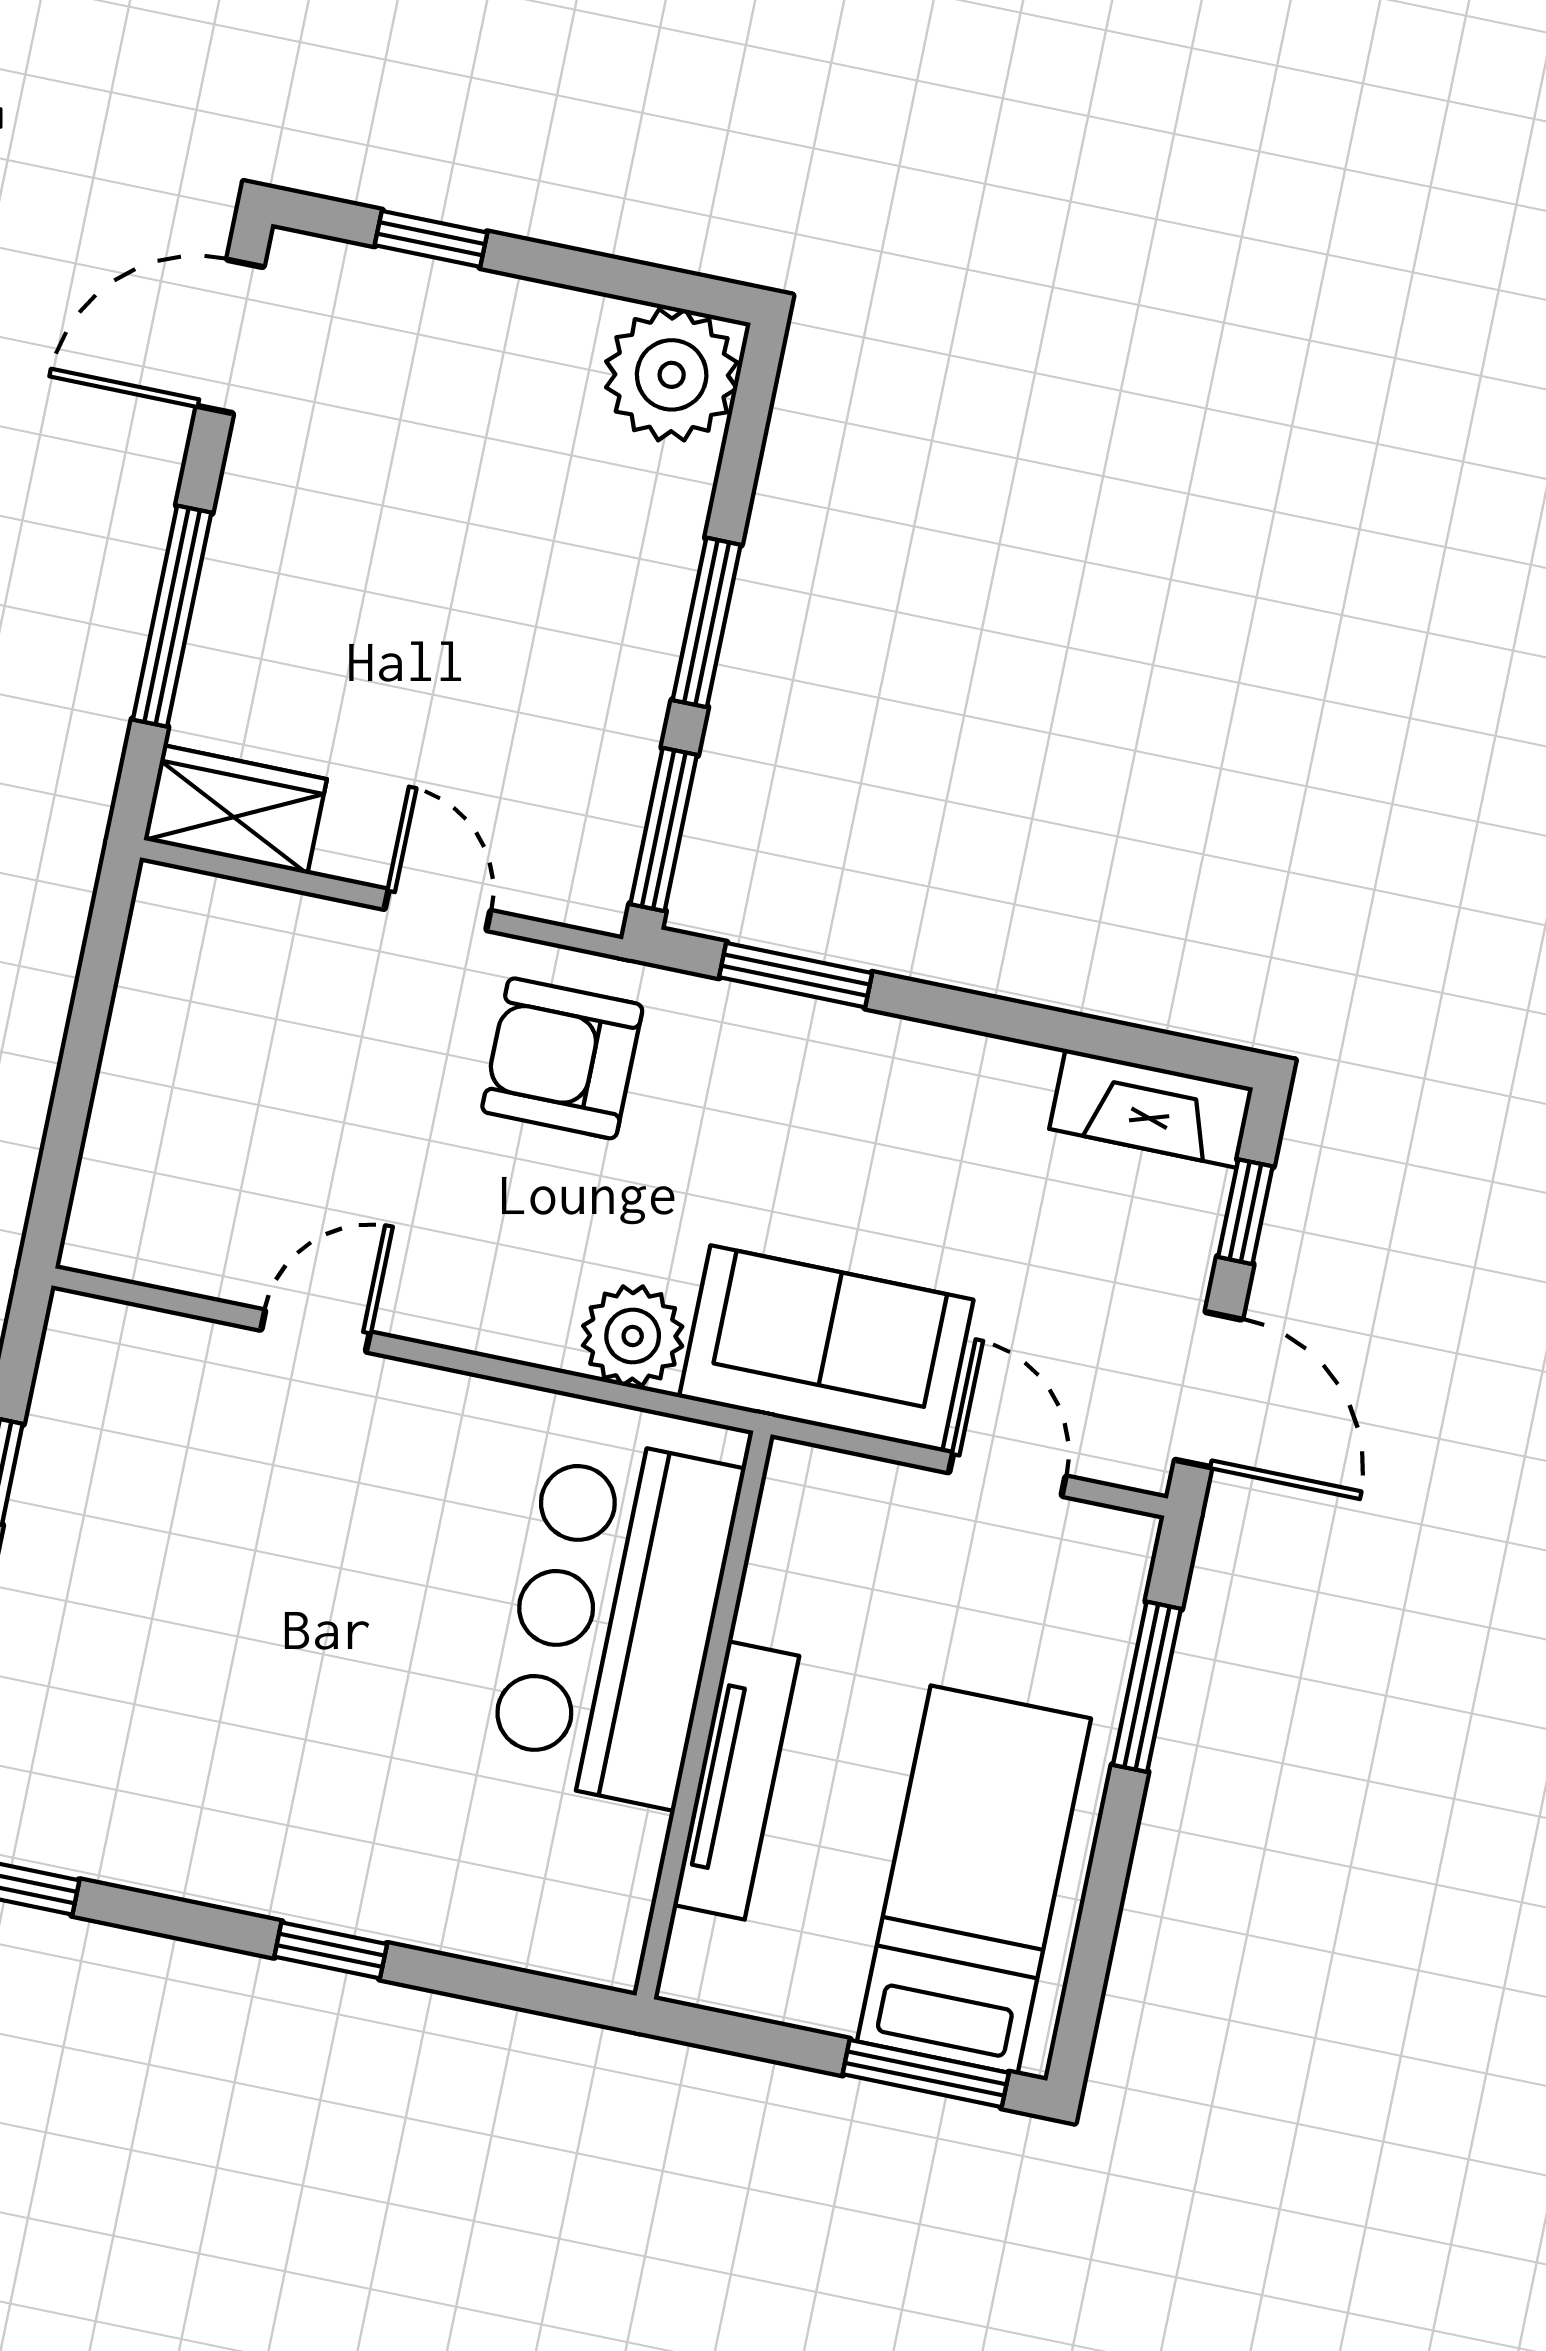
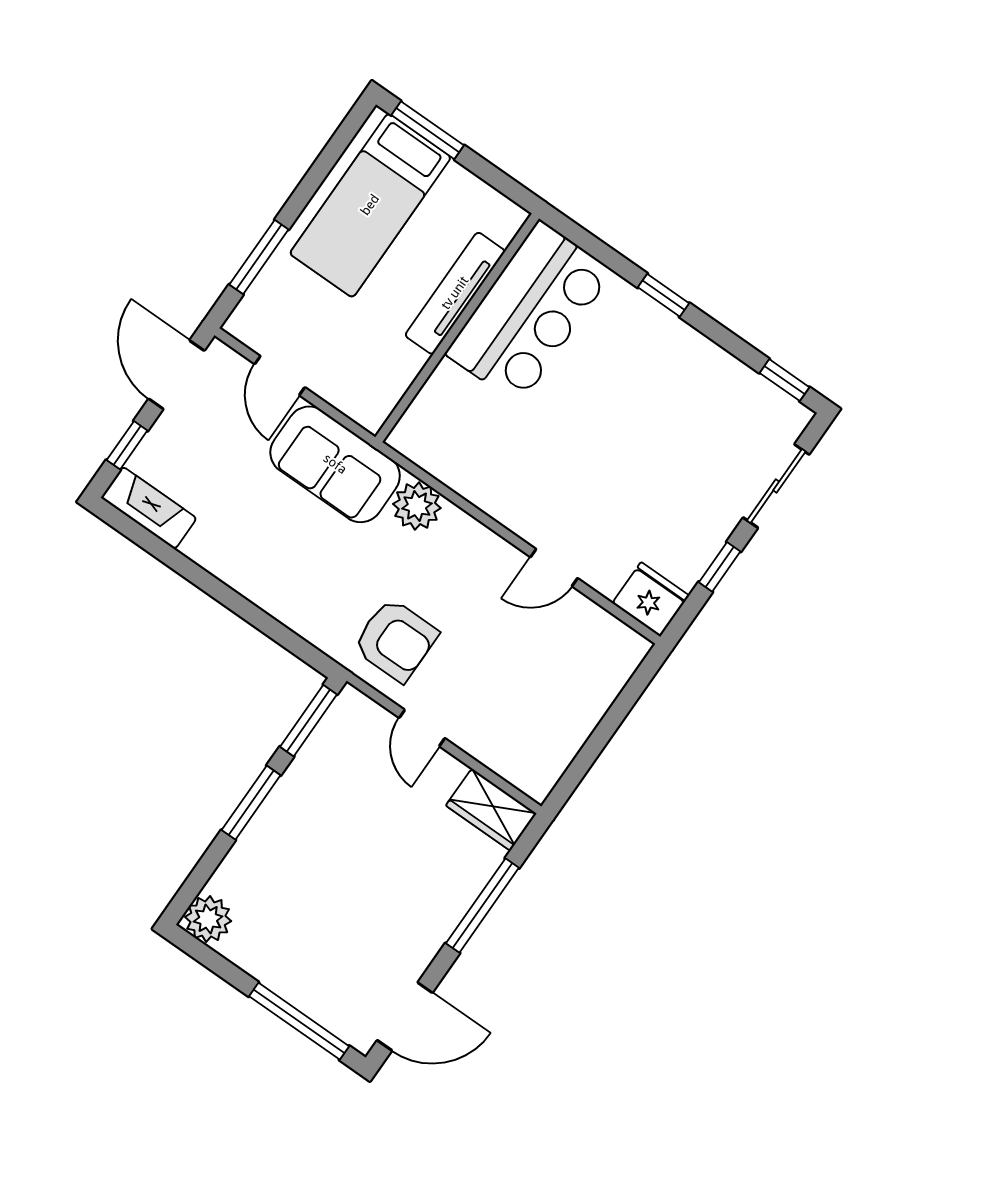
window: (431, 239) -> (299, 1021), width x2.17
plant: (672, 375) -> (208, 919), width x0.73, depth x0.73
window: (796, 975) -> (278, 633), removed
fridge: (101, 1350) -> (651, 599), added
bar counter: (615, 1620) -> (529, 312), moved

